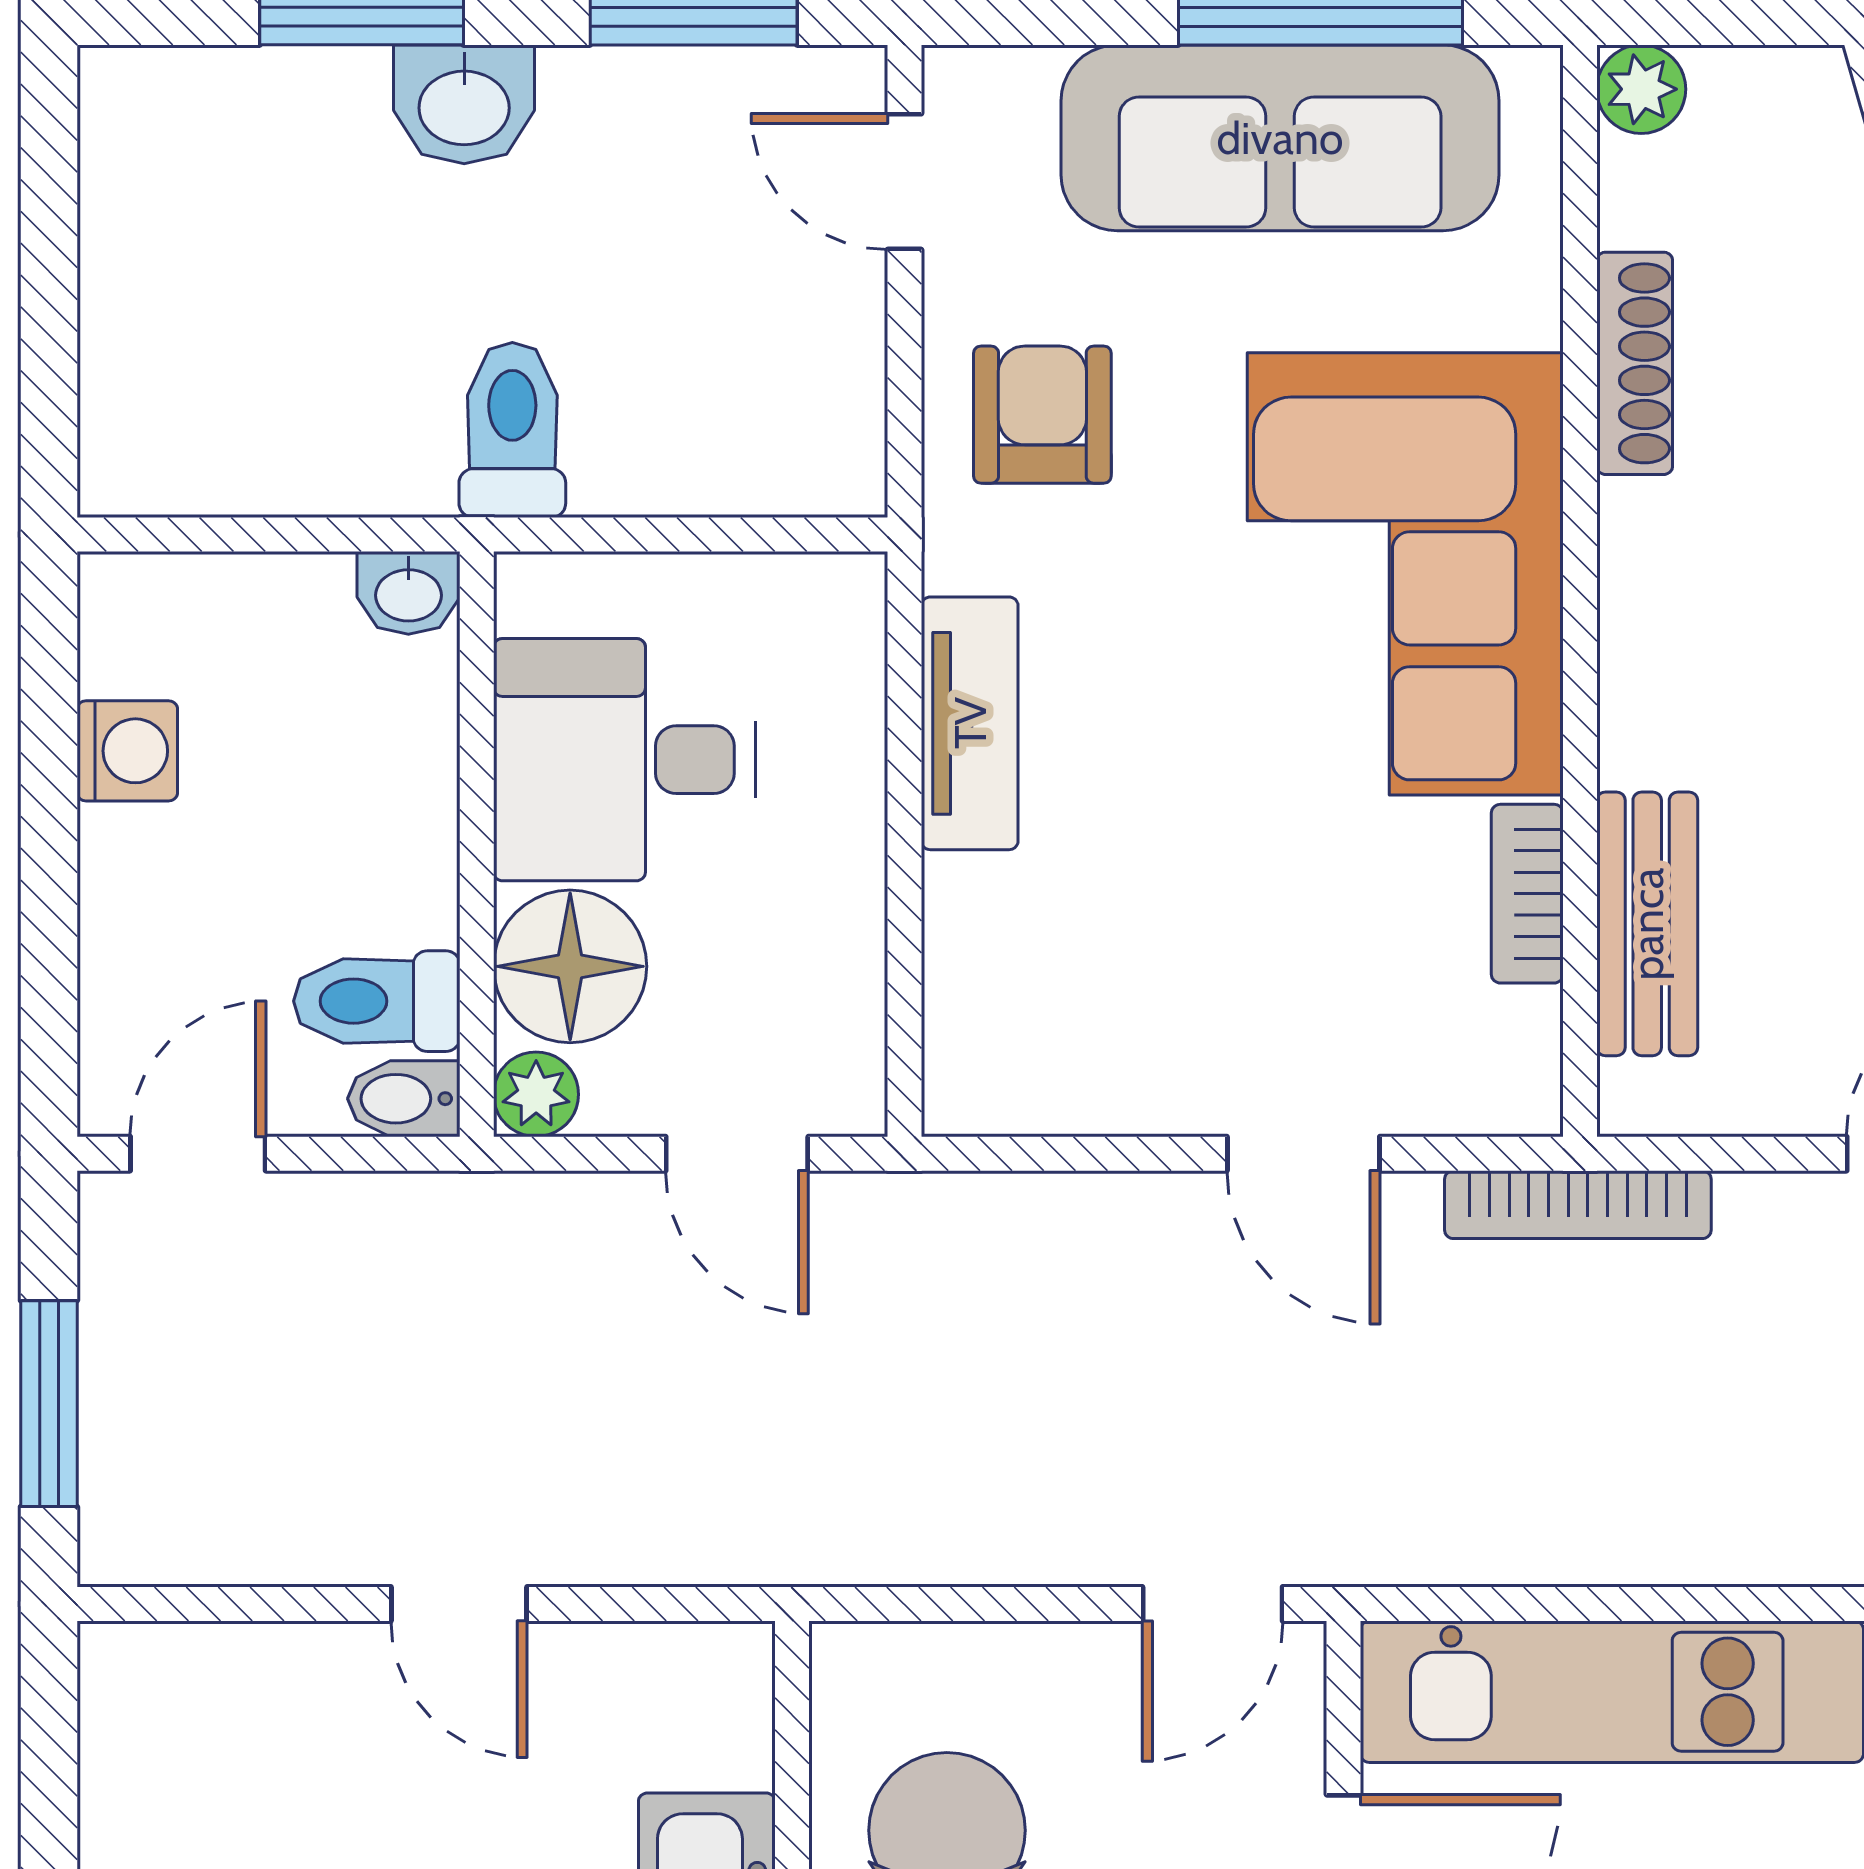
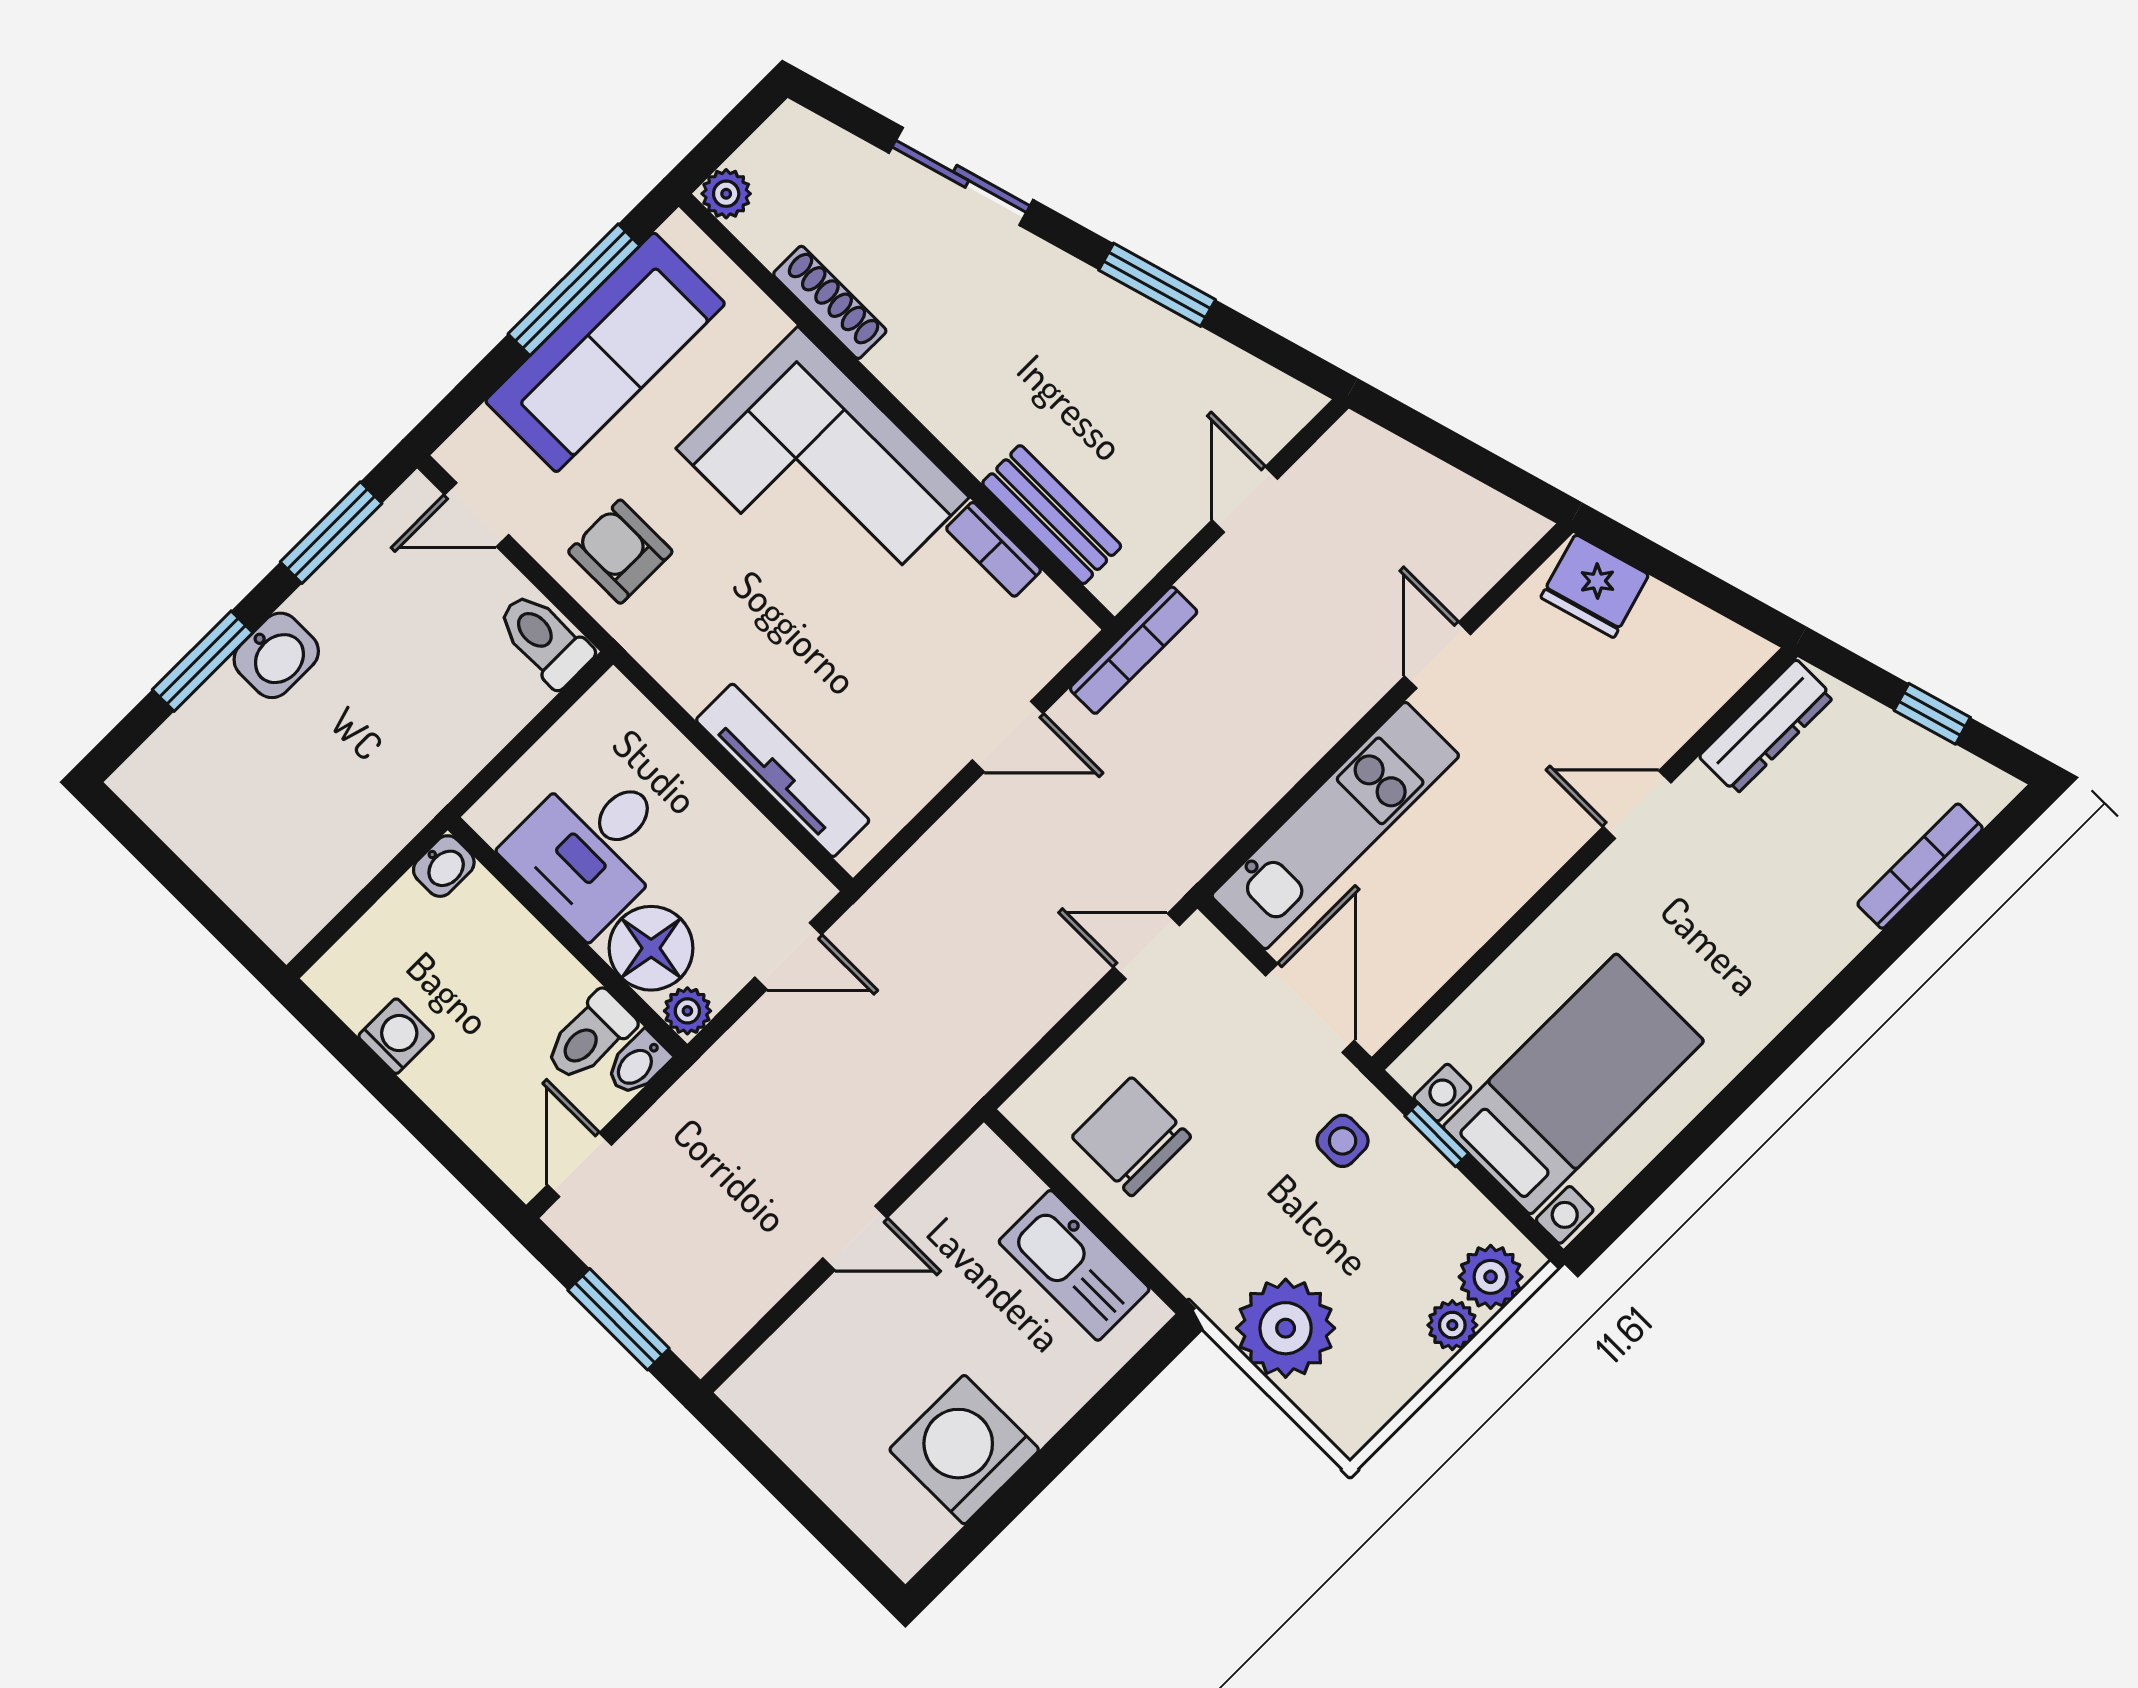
toilet: (512, 430) -> (544, 639), moved
tv unit: (970, 723) -> (783, 770), moved, width x1.41
door: (1213, 1604) -> (1147, 946), swing flipped

